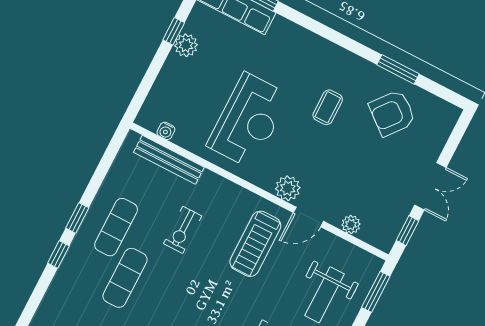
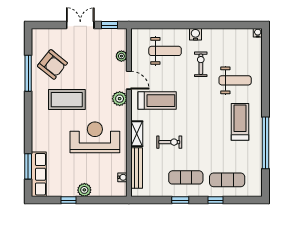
plant: (186, 45) -> (84, 190), moved
window: (398, 69) -> (28, 73), width x1.44
coffee table: (328, 107) -> (67, 100), width x1.86, depth x1.72
shelving: (221, 187) -> (137, 134), added
window: (77, 218) -> (180, 200), moved
exercise mat: (125, 278) -> (227, 180), moved
window: (376, 292) -> (150, 25), removed

